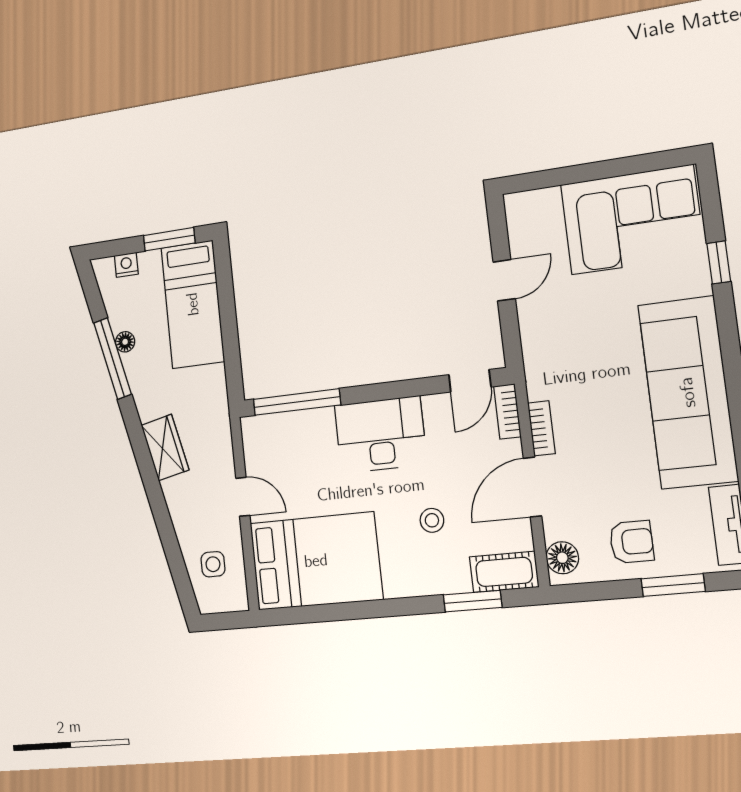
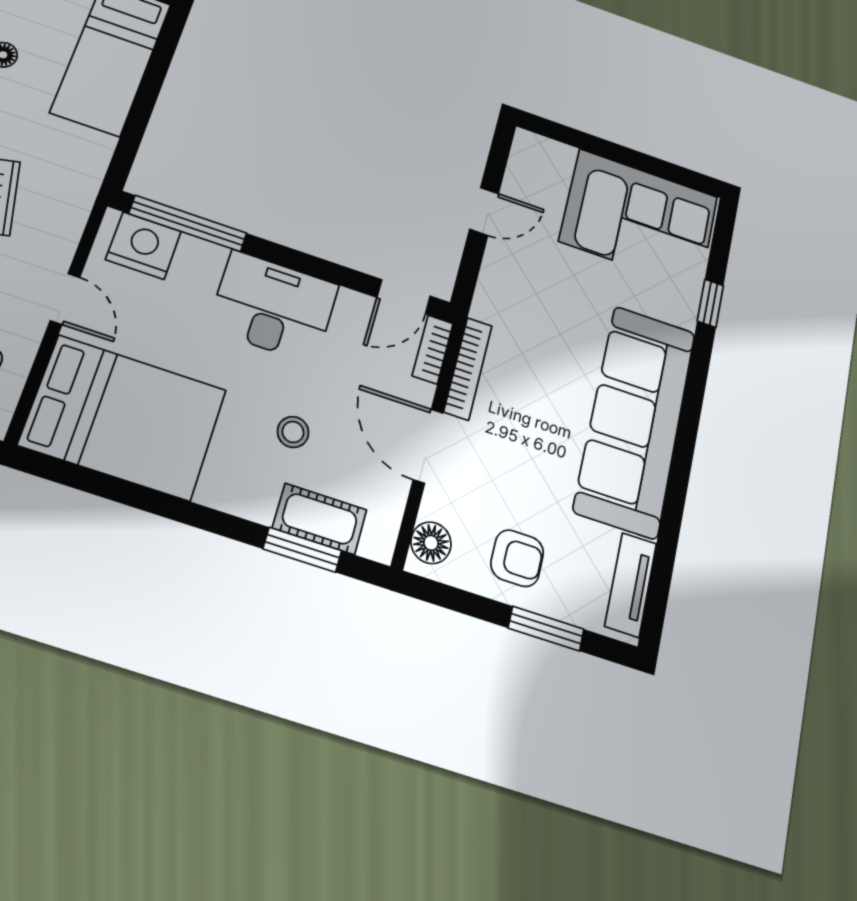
bookcase: (541, 428) -> (468, 369), width x1.56
nightstand: (275, 433) -> (143, 245), added
door: (532, 487) -> (428, 446), hinge flipped
cot: (504, 572) -> (320, 519), moved

